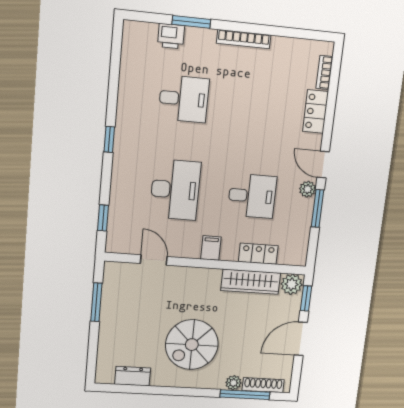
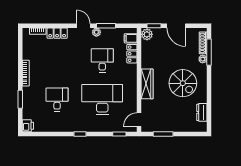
printer: (171, 36) -> (28, 126), moved
door: (323, 165) -> (83, 26), swing flipped
desk: (175, 190) -> (102, 99), width x1.36, depth x1.30
filing cabinet: (211, 248) -> (131, 38), moved
door: (154, 260) -> (139, 120), moved
wardrobe: (251, 282) -> (147, 84), moved

